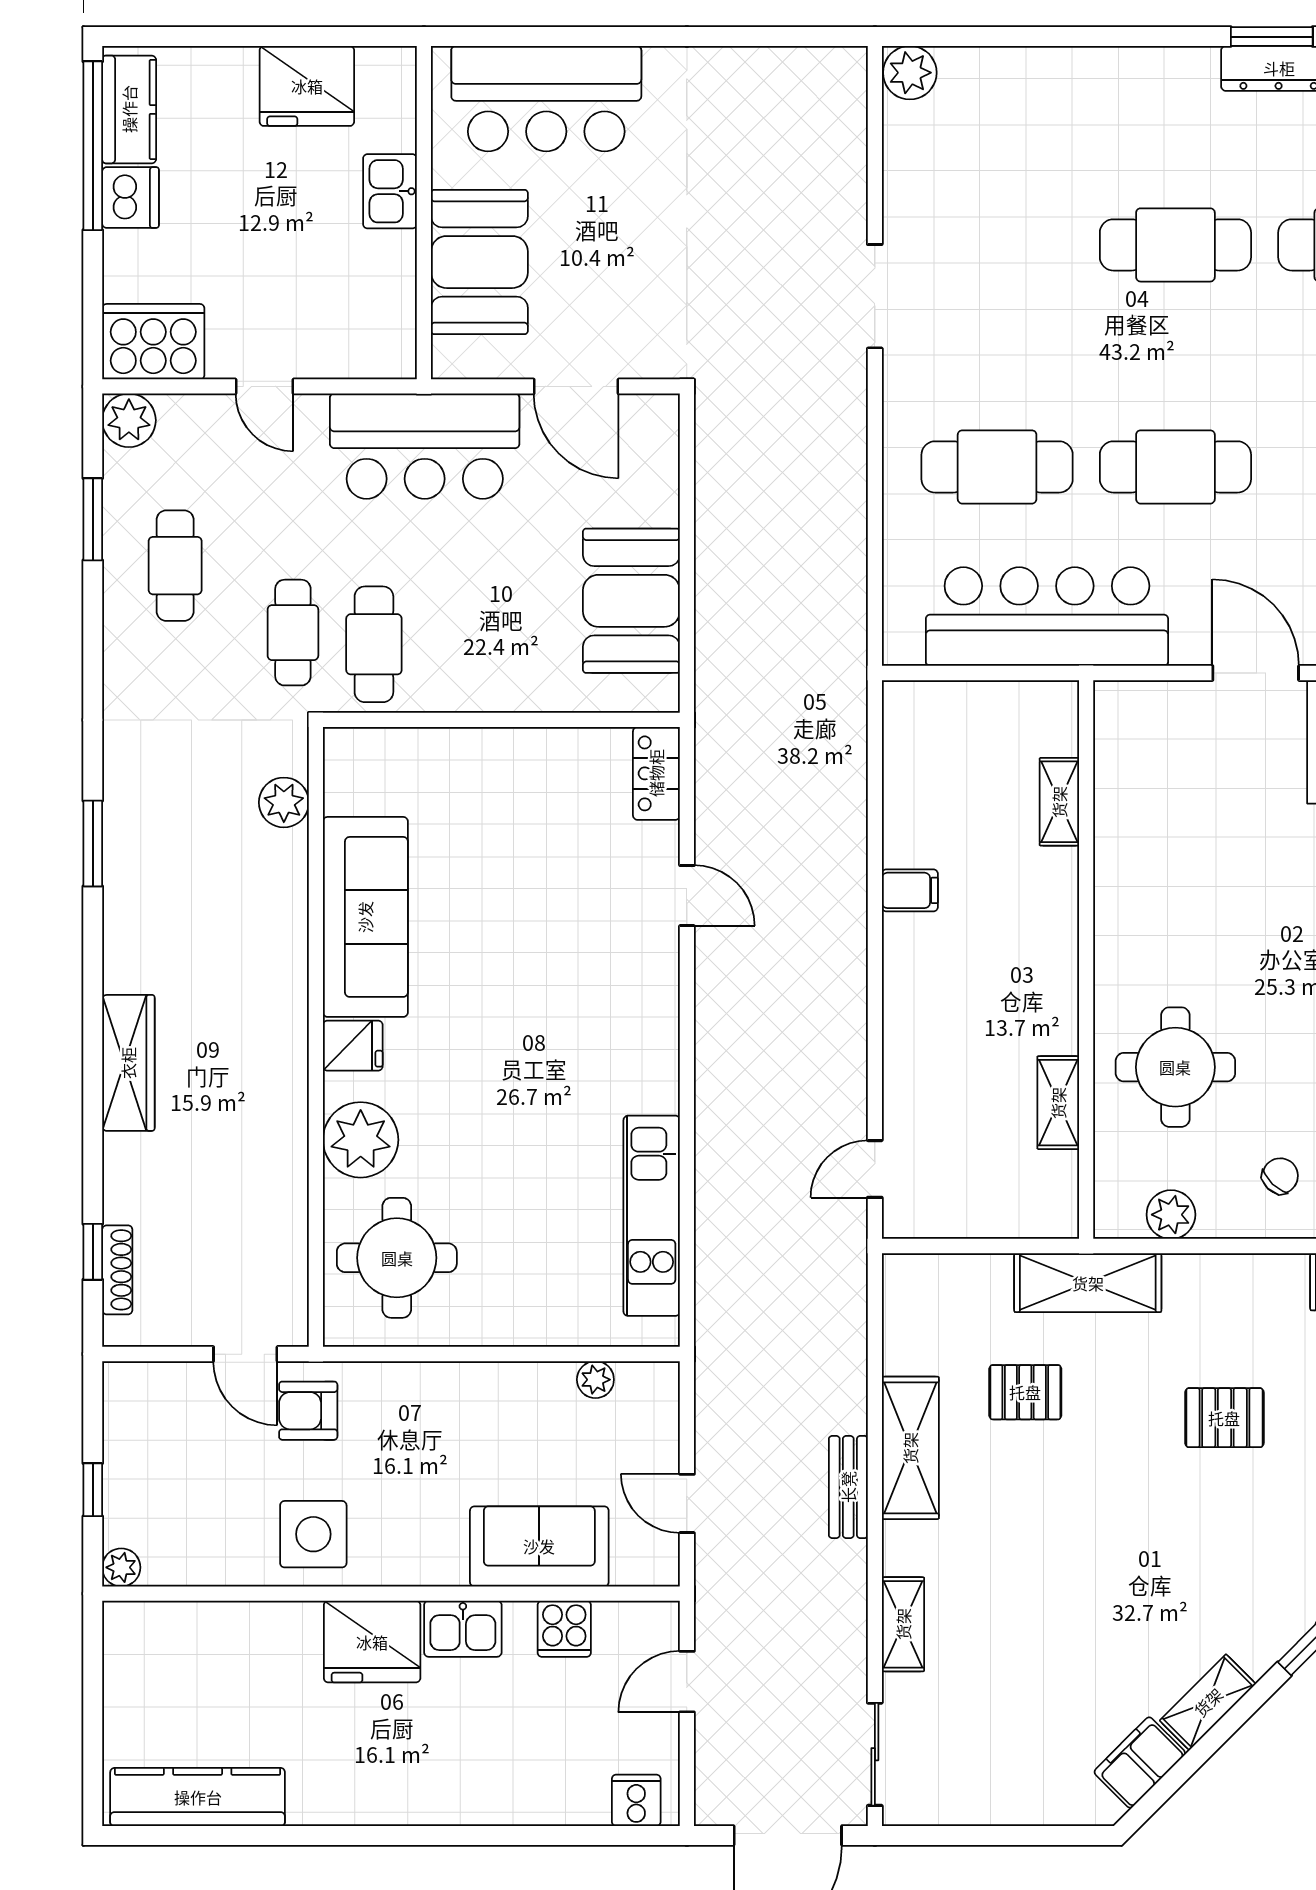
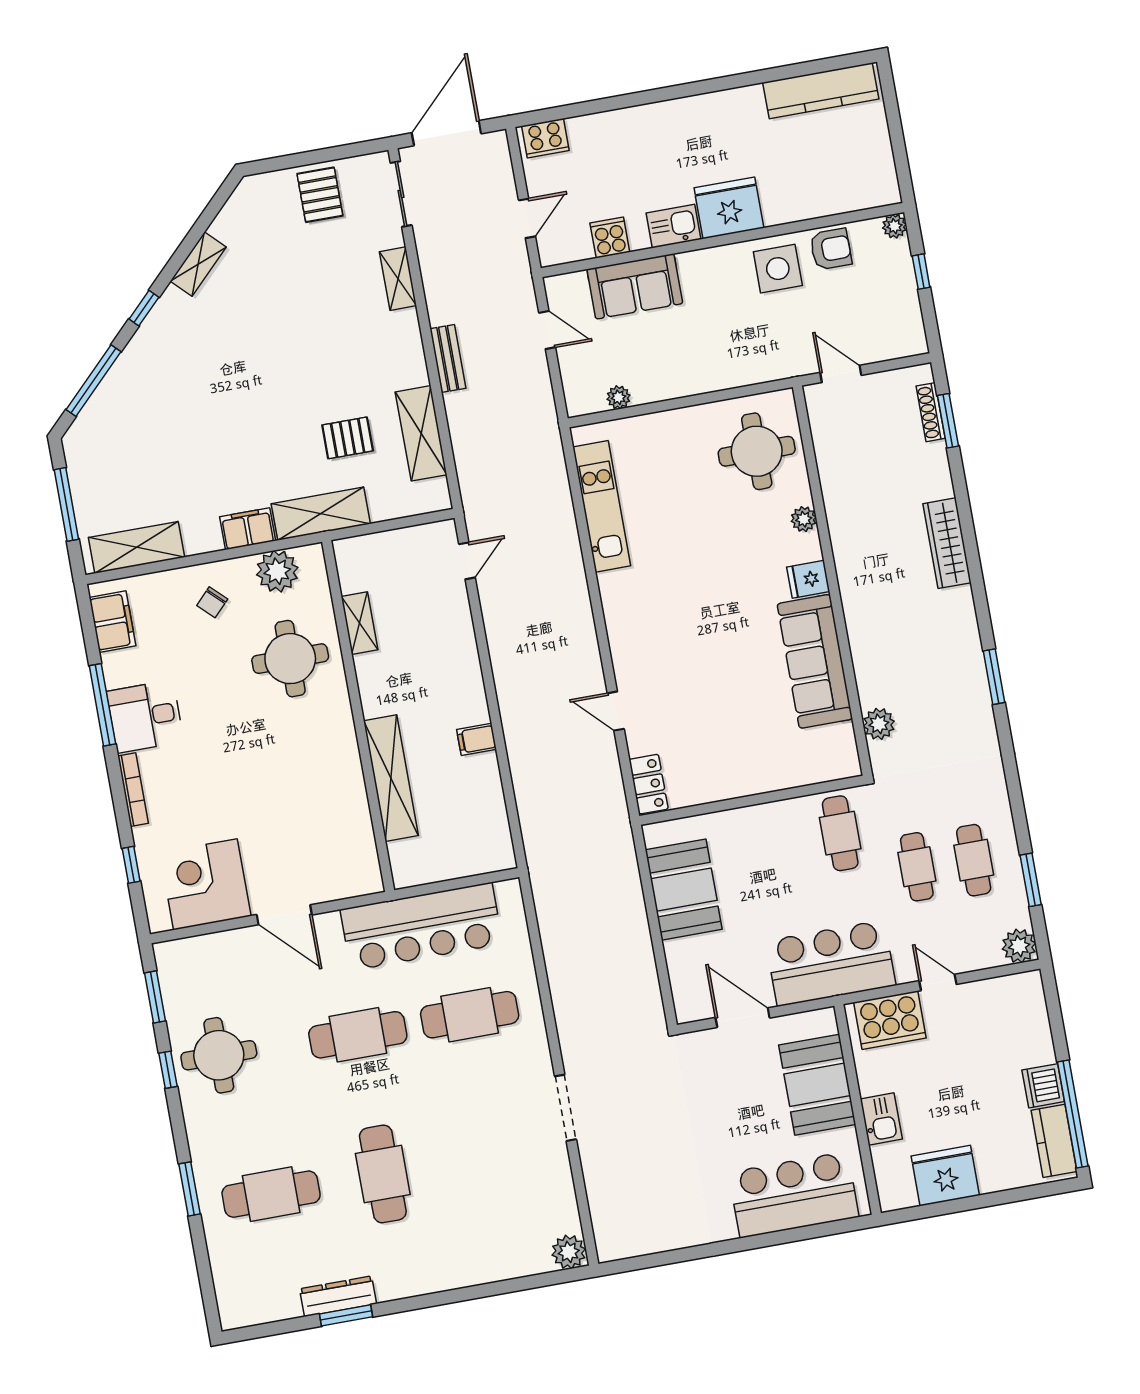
cafe table: (1175, 245) -> (383, 1174), turned 90
cooker: (153, 342) -> (890, 1020), moved
cafe table: (293, 633) -> (917, 867), moved
shelving: (1059, 802) -> (391, 778), width x2.20, depth x1.33
plant: (361, 1140) -> (804, 519), width x0.53, depth x0.53
plant: (1171, 1215) -> (277, 571), width x1.36, depth x1.36
window: (93, 1252) -> (948, 421), width x1.50
armchair: (308, 1411) -> (831, 249), moved
pallet: (1224, 1418) -> (320, 195), moved, turned 90
shelving: (910, 1448) -> (421, 433), moved
filing cabinet: (1140, 1763) -> (248, 529), moved, turned -135
cooker: (636, 1800) -> (545, 138), width x1.36

